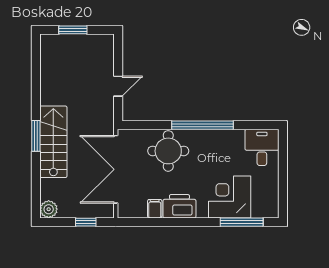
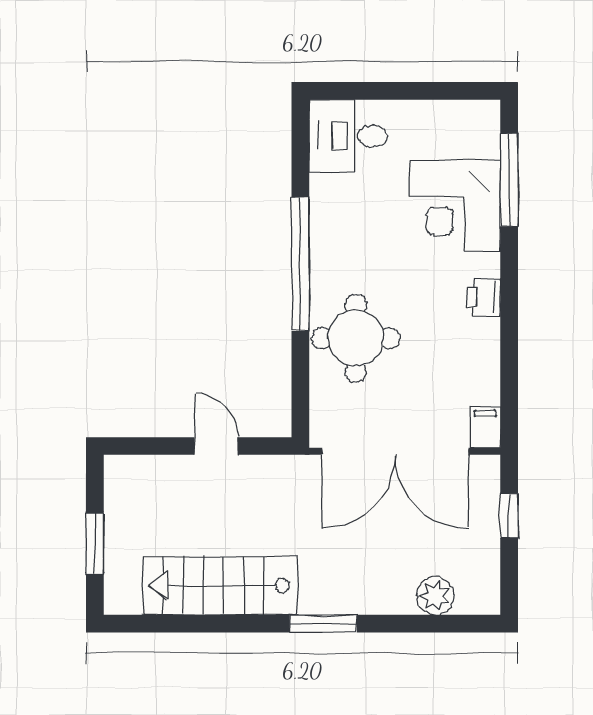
stairs: (53, 142) -> (220, 586), moved
printer: (179, 206) -> (483, 297), width x0.53, depth x0.68
plant: (49, 209) -> (435, 596), moved
filing cabinet: (155, 209) -> (485, 428), moved, turned 90

